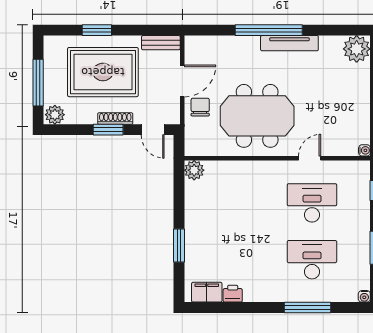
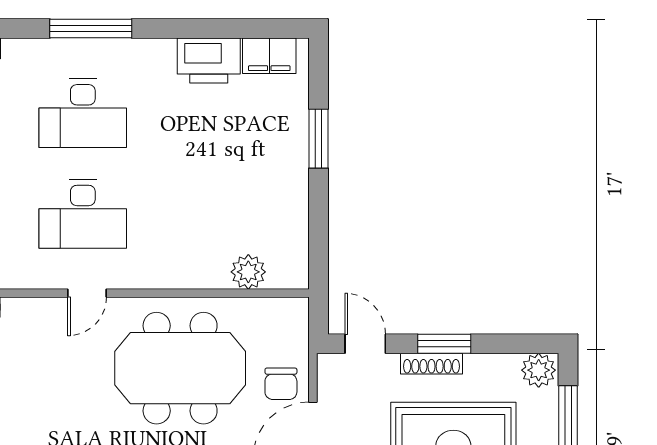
plant: (194, 170) -> (248, 272), moved
printer: (233, 294) -> (209, 60), width x1.87, depth x1.48

